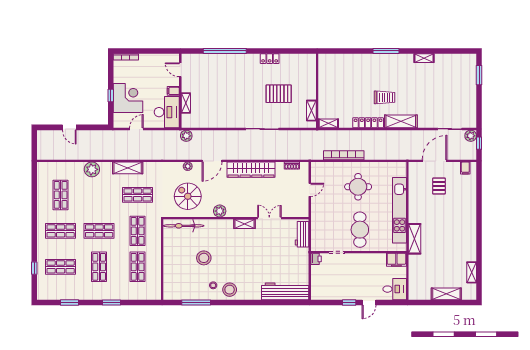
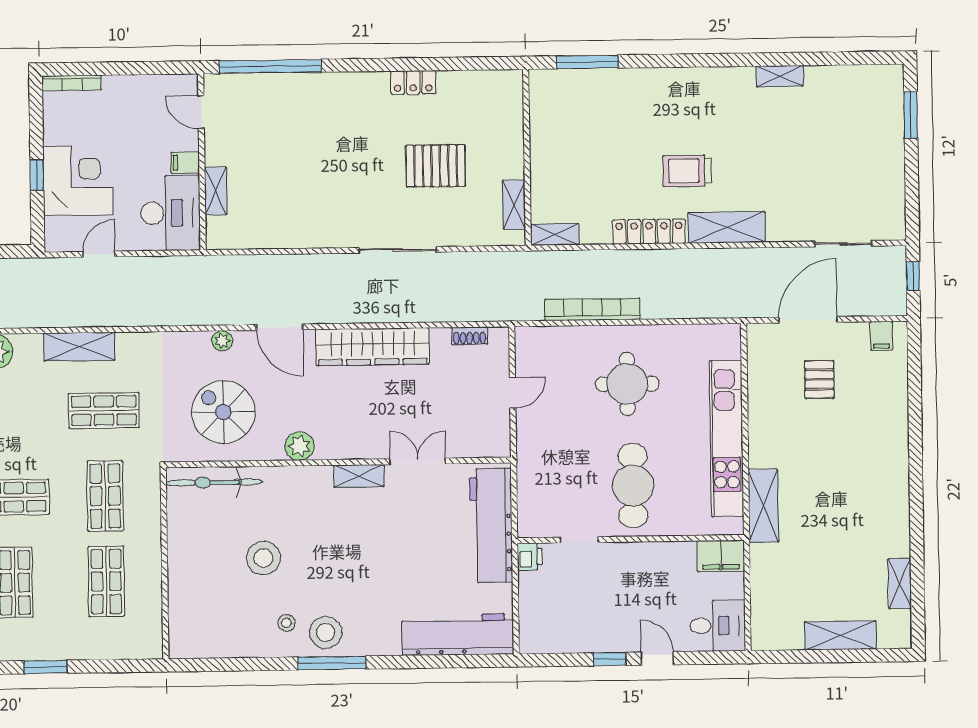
window: (225, 51) -> (270, 66), moved
window: (386, 51) -> (588, 62), moved
trolley: (385, 97) -> (687, 171), turned 180
plant: (186, 136) -> (218, 268), removed
plant: (471, 136) -> (893, 259), removed
door: (212, 161) -> (280, 327), hinge flipped
workbench: (302, 234) -> (491, 525), width x1.88, depth x1.32
window: (196, 303) -> (332, 663), moved
door: (369, 303) -> (657, 658), swing flipped

